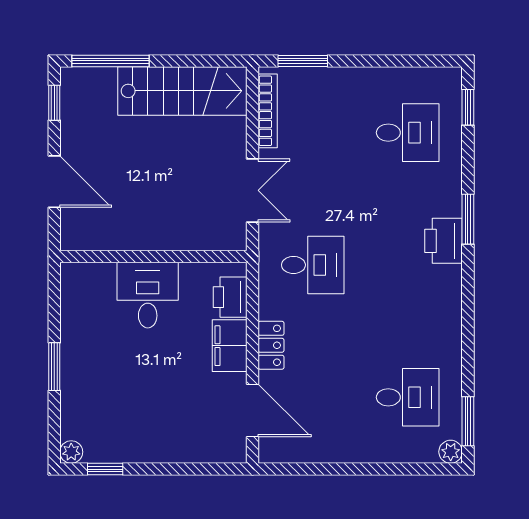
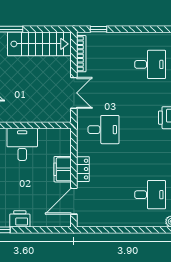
window: (303, 61) -> (99, 29), width x0.67
printer: (230, 297) -> (20, 219), moved, turned 90
door: (253, 411) -> (74, 201), swing flipped

